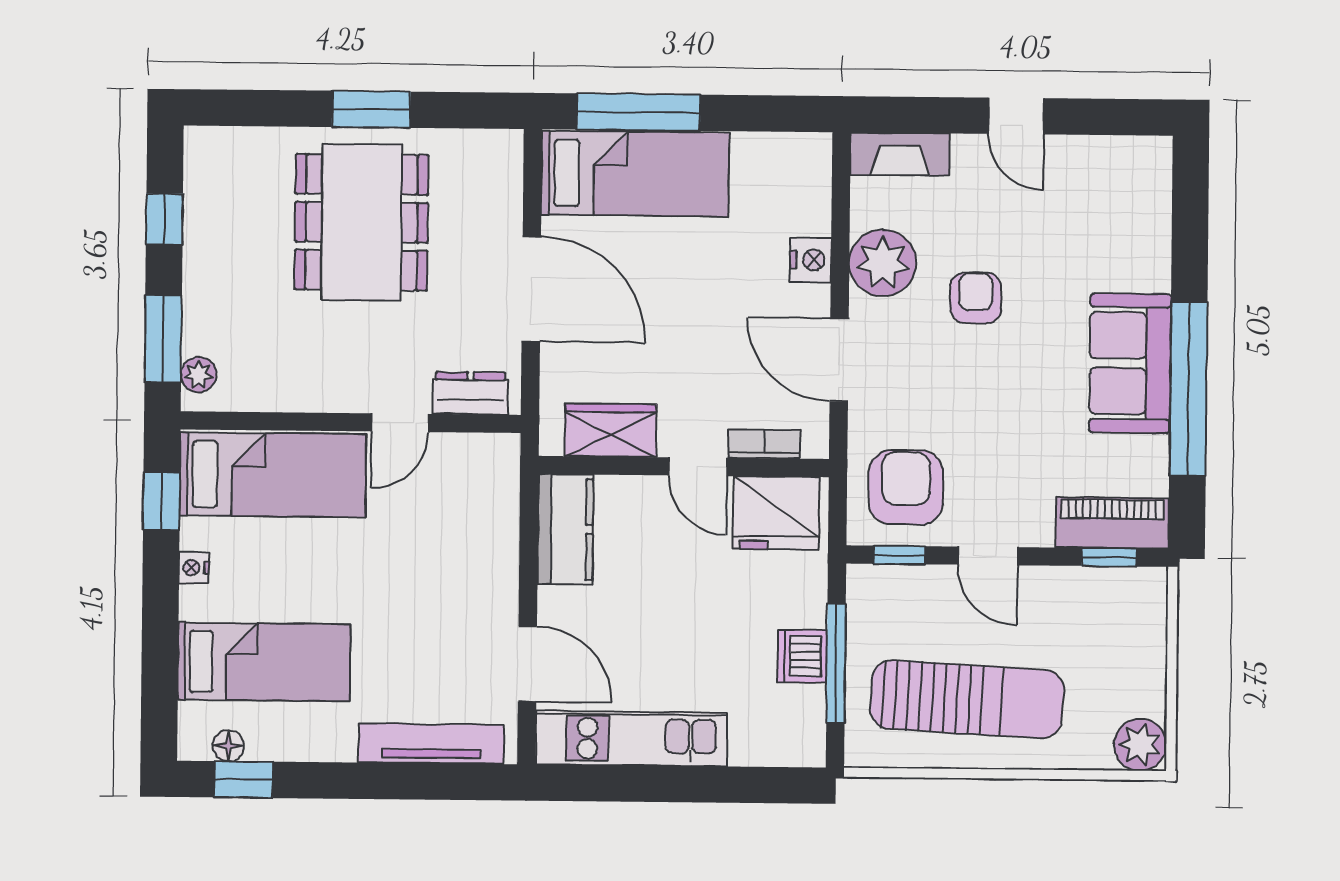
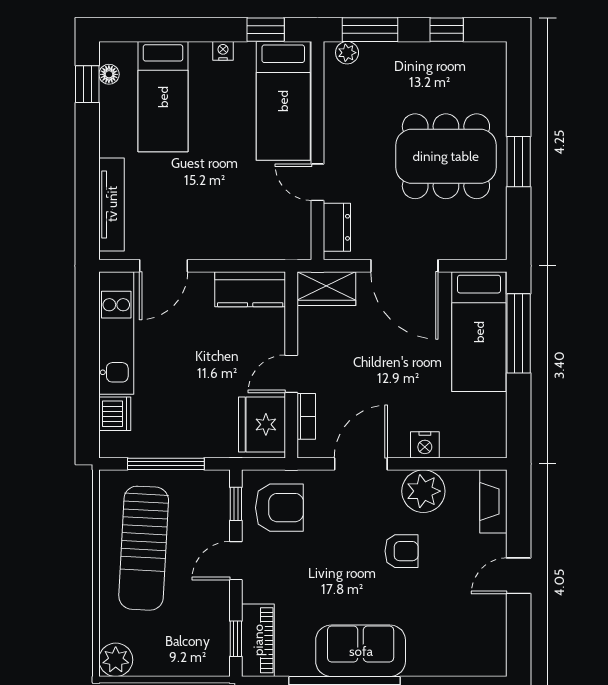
door: (531, 289) -> (404, 266), hinge flipped
wardrobe: (610, 430) -> (326, 289), moved, turned 90
dishwasher: (802, 656) -> (115, 414), moved, turned 90

